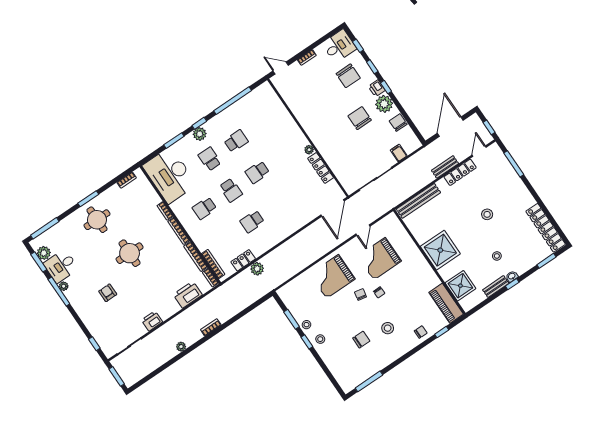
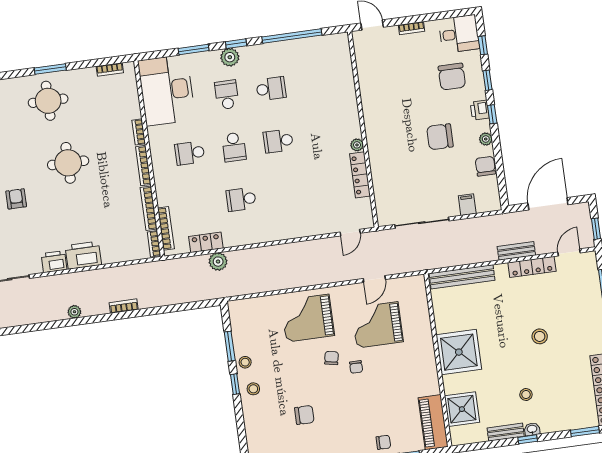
plant: (384, 104) -> (486, 139), width x0.53, depth x0.53
chair: (360, 118) -> (440, 137), turned -90
door: (333, 208) -> (350, 233), width x0.53
printer: (188, 295) -> (83, 255), moved
stool: (388, 328) -> (344, 417), removed

